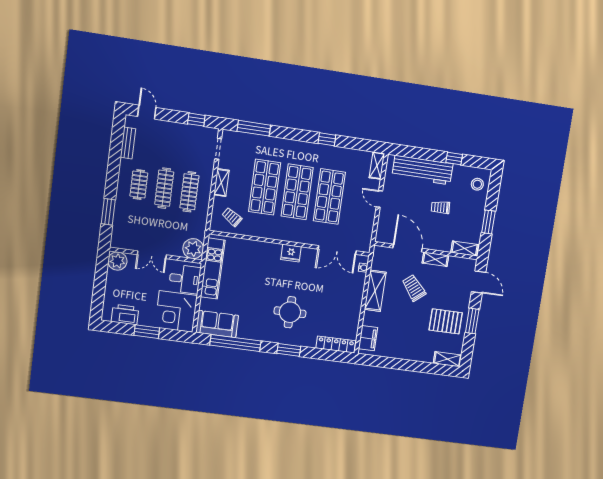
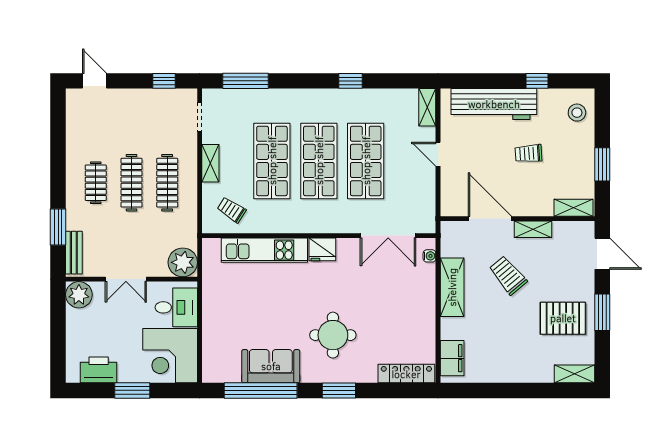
bench: (128, 143) -> (74, 253), moved
kitchen unit: (213, 269) -> (264, 250), moved, turned 90
sofa: (217, 324) -> (271, 366), moved

